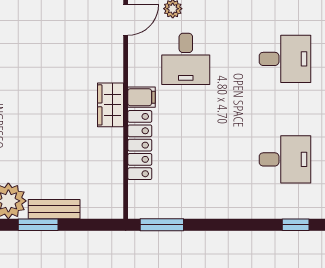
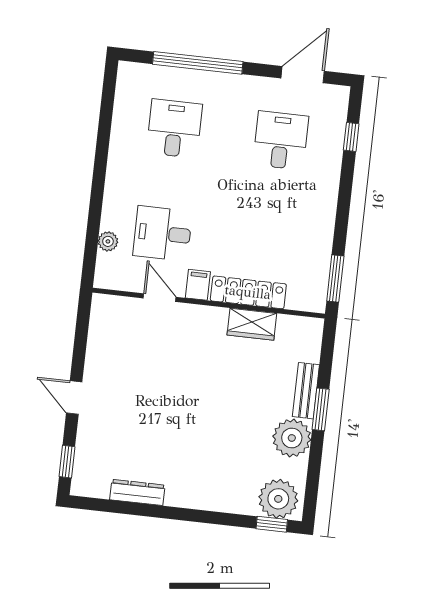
door: (126, 20) -> (160, 298), moved
desk: (186, 59) -> (163, 233), turned 180
wardrobe: (111, 105) -> (252, 324), moved

